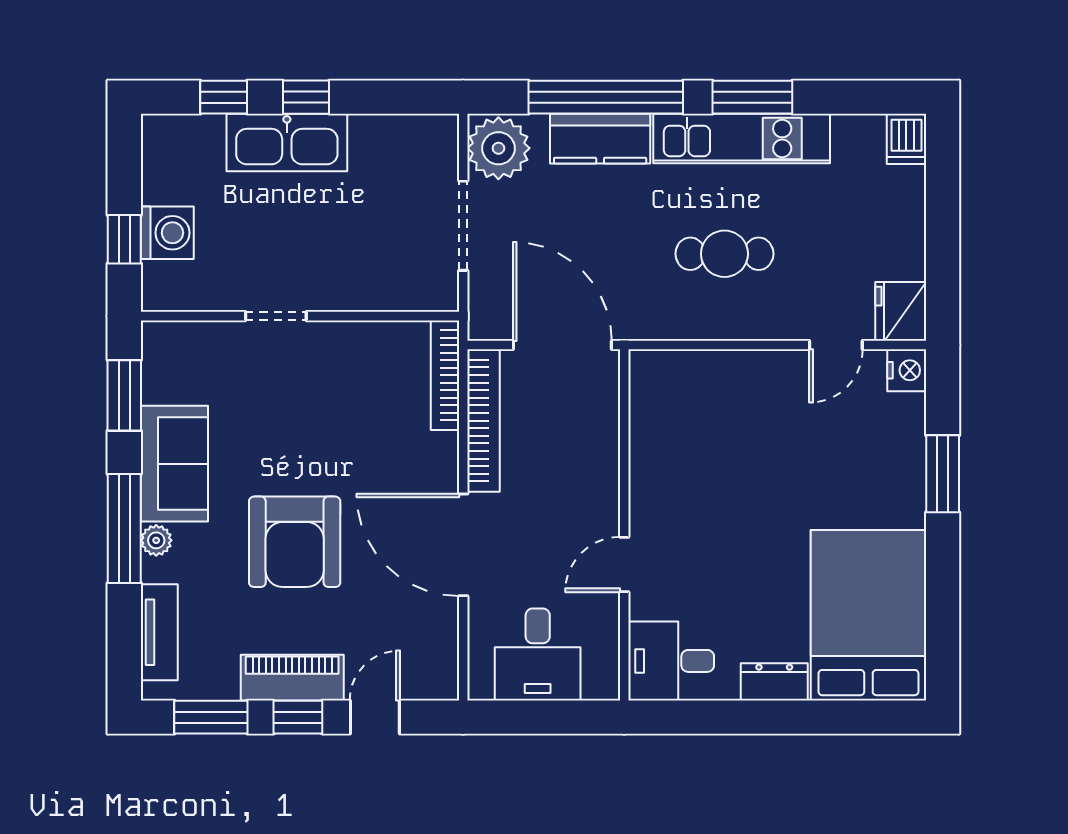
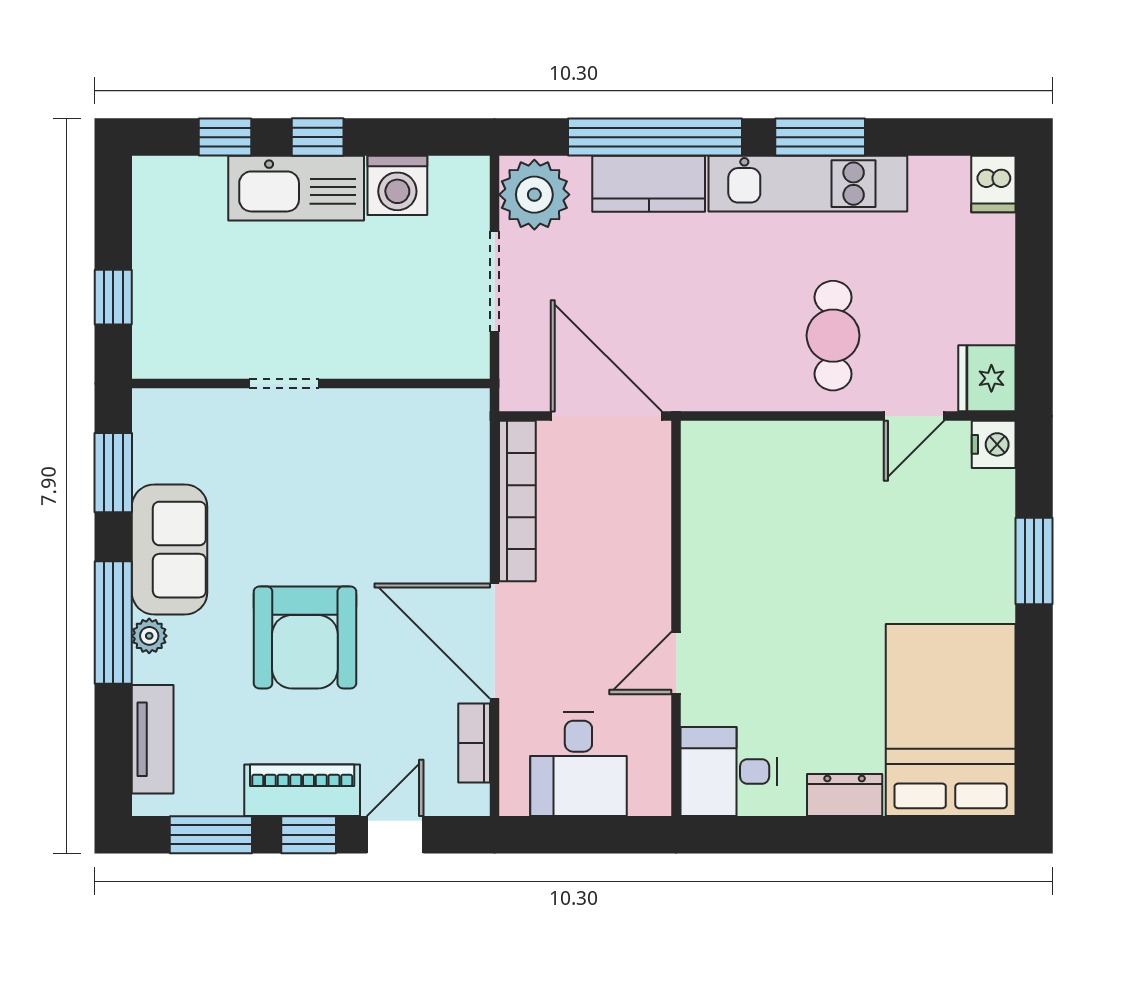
washing machine: (167, 233) -> (397, 185), moved, turned 90
cafe table: (724, 254) -> (833, 336), moved, turned 90
bookcase: (445, 375) -> (474, 743), moved, width x0.64

